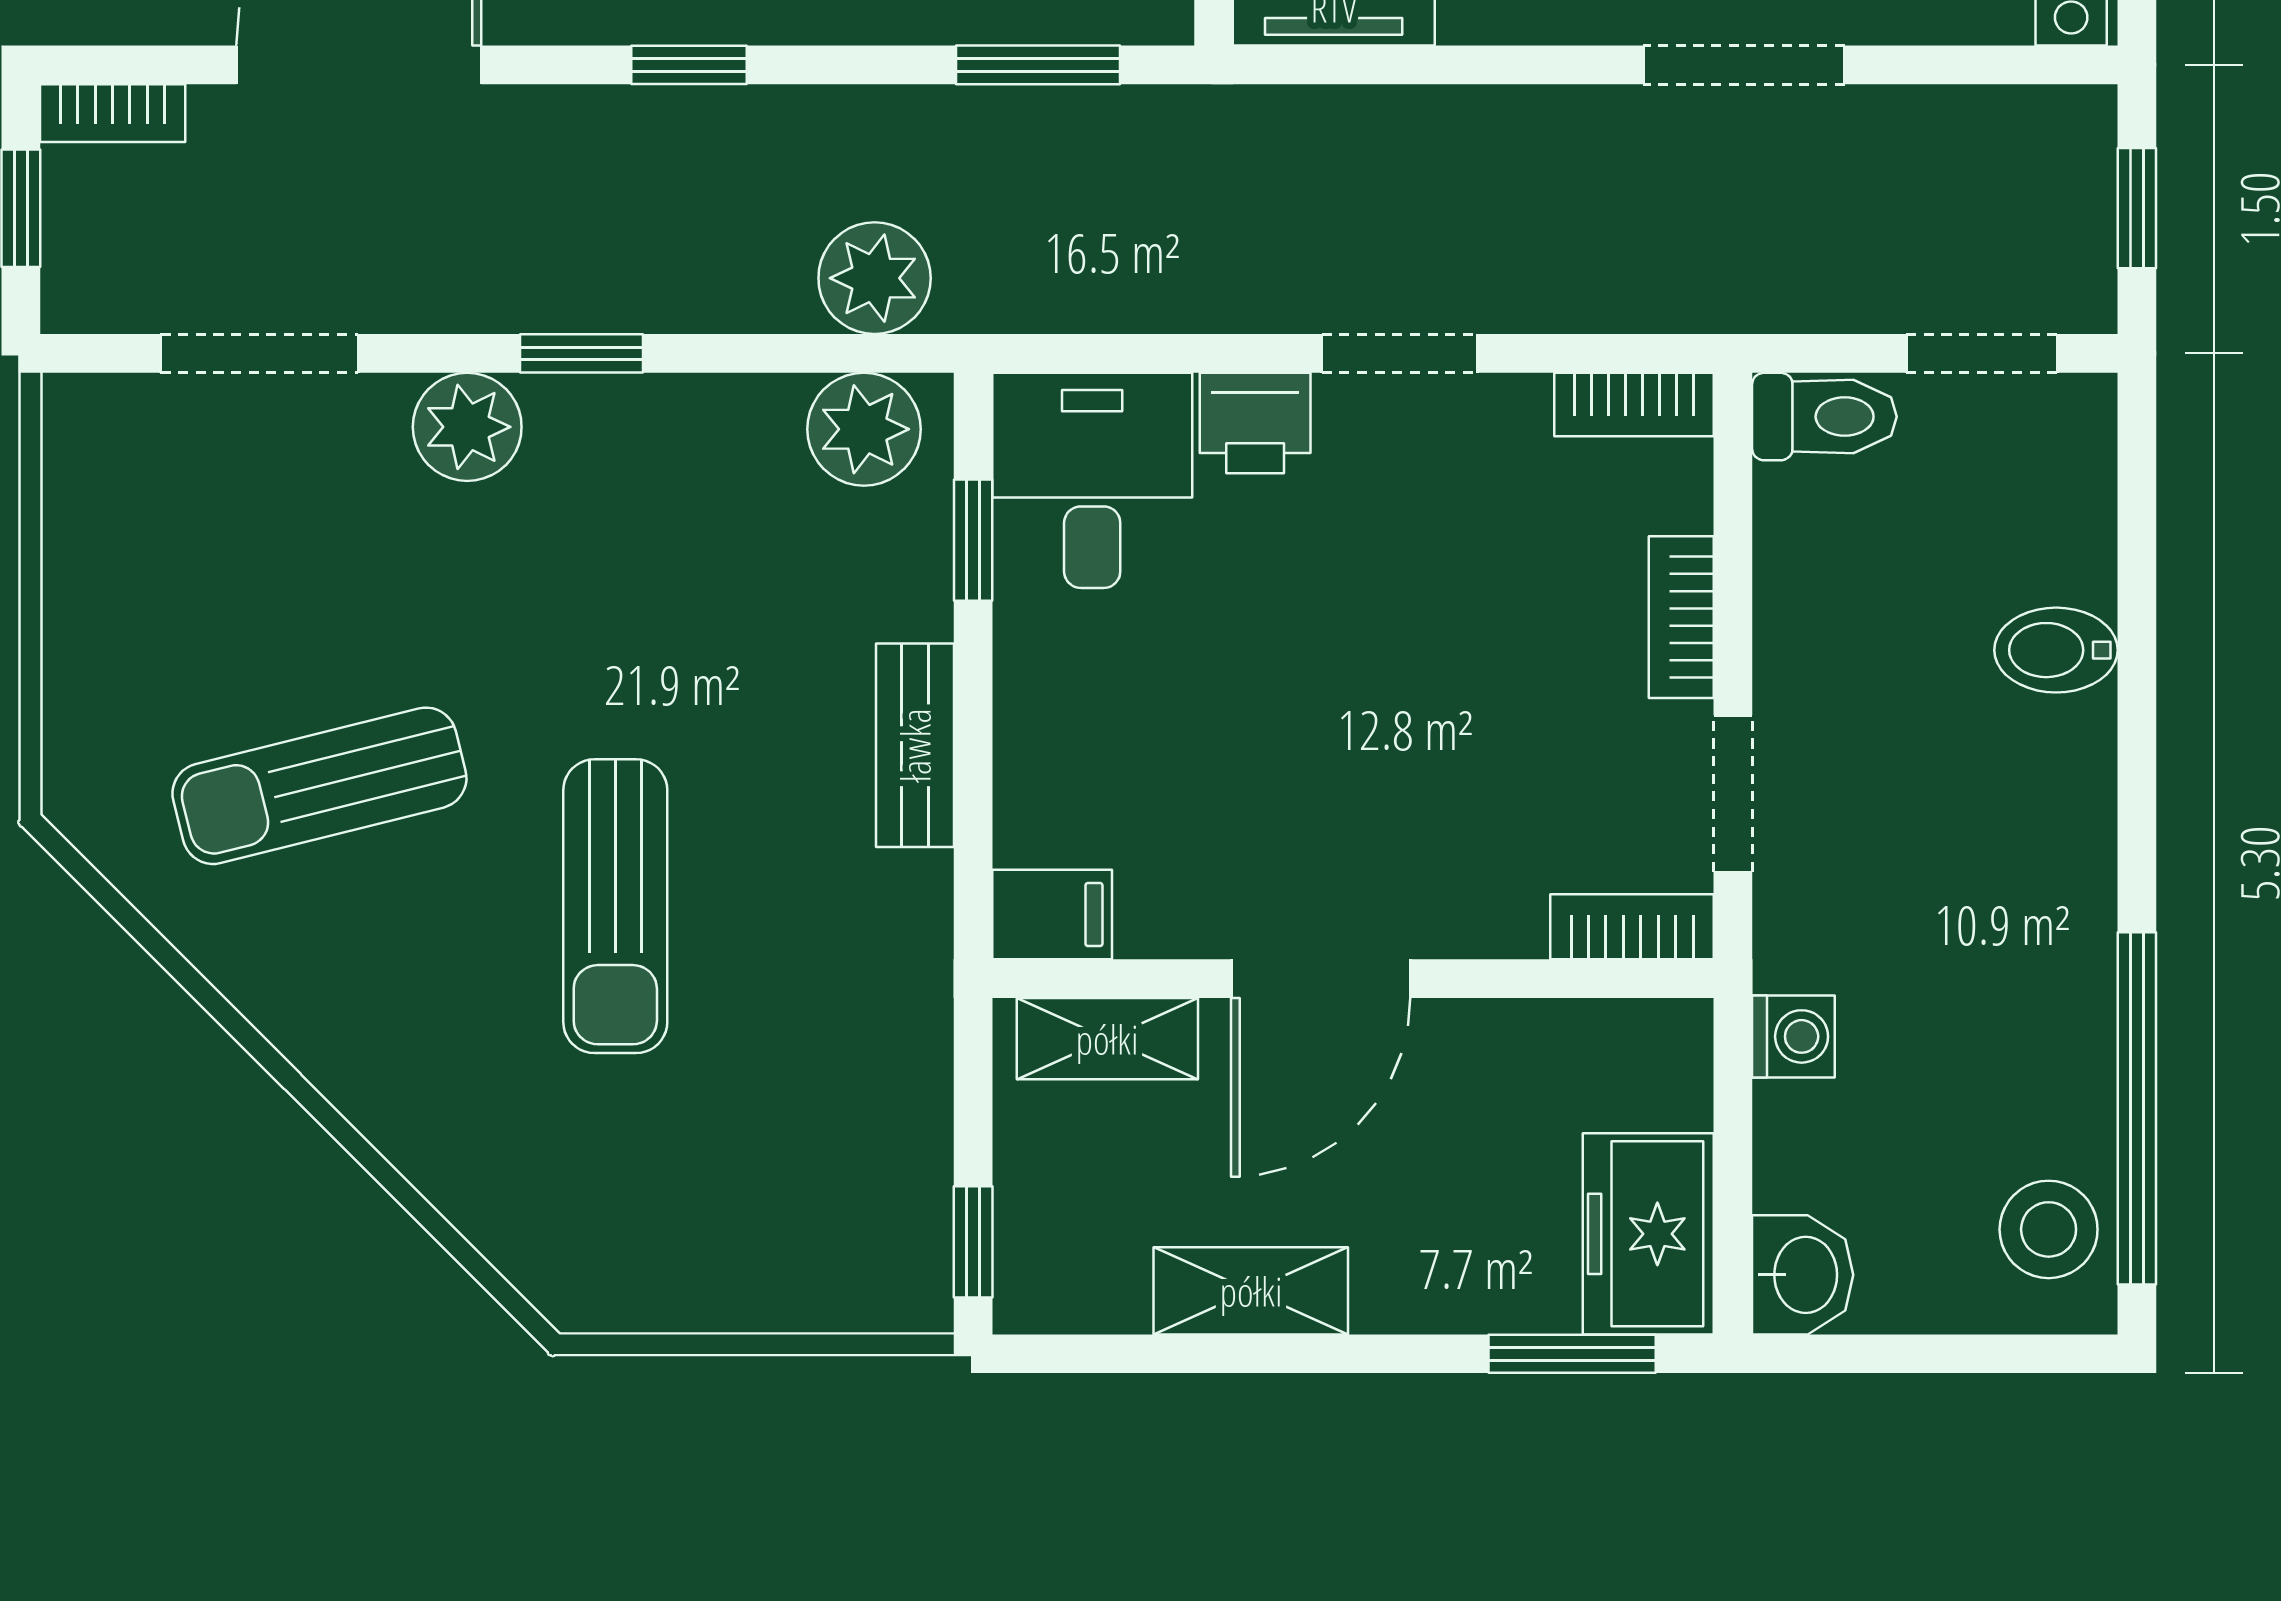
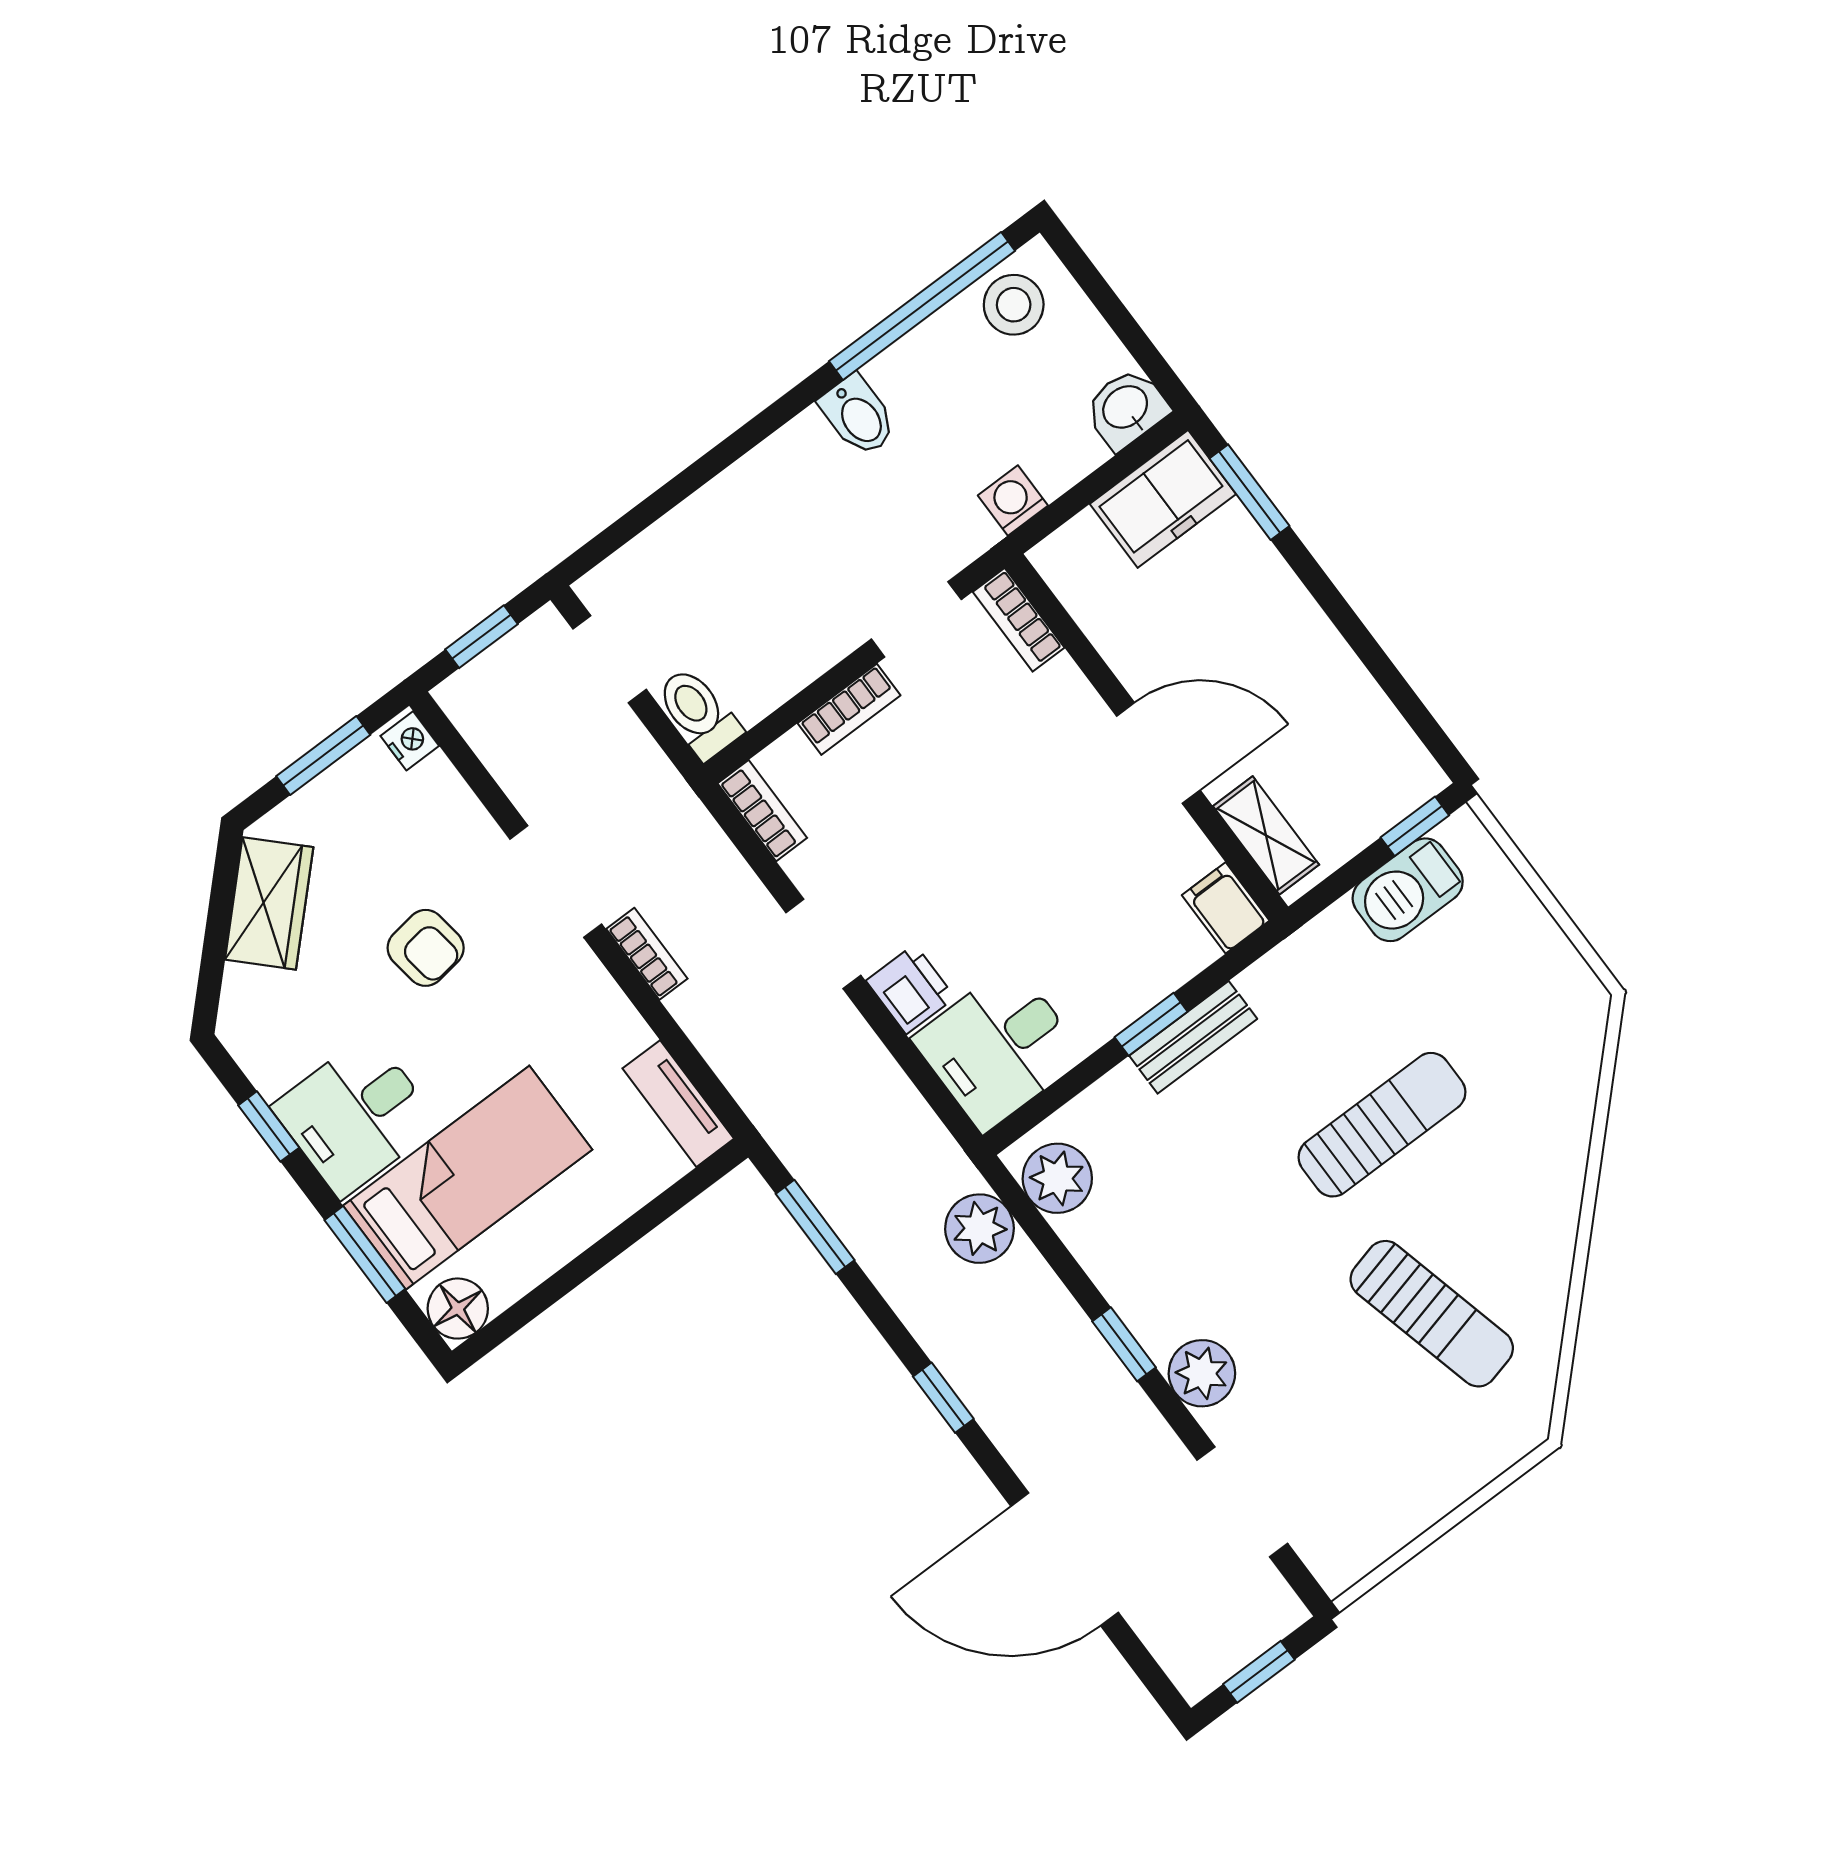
bookcase: (113, 113) -> (647, 954), moved
window: (973, 540) -> (1151, 1024), moved
bidet: (2056, 650) -> (858, 416), moved
barbecue: (897, 1170) -> (1408, 890), added
shelving: (1251, 1291) -> (1337, 673), removed

